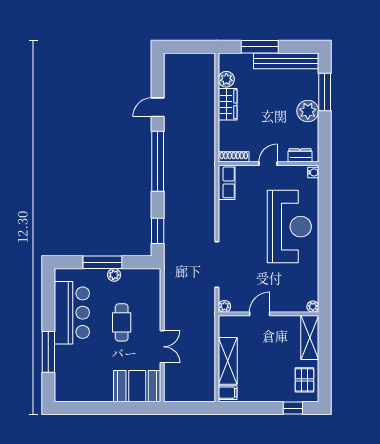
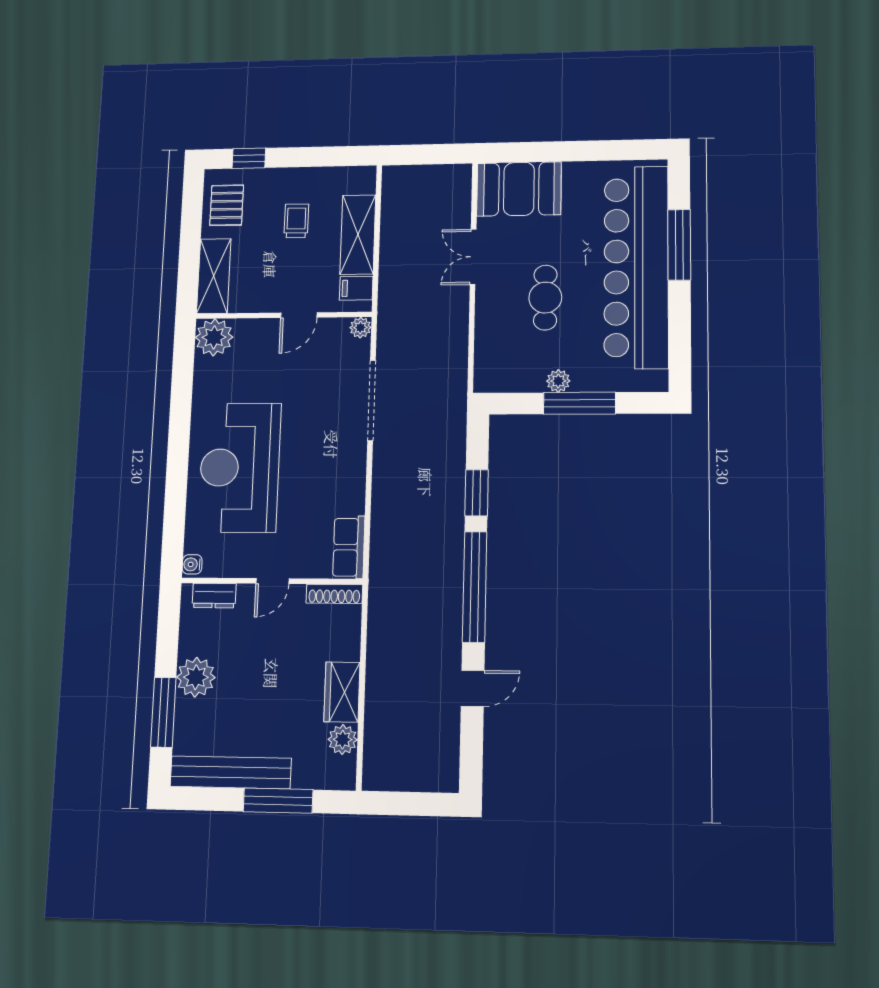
window: (158, 231) -> (477, 493), moved
plant: (313, 307) -> (214, 337), width x1.88, depth x1.88
bar counter: (72, 313) -> (636, 267), width x1.86
trolley: (263, 370) -> (296, 221), added
filing cabinet: (228, 393) -> (356, 288), moved

